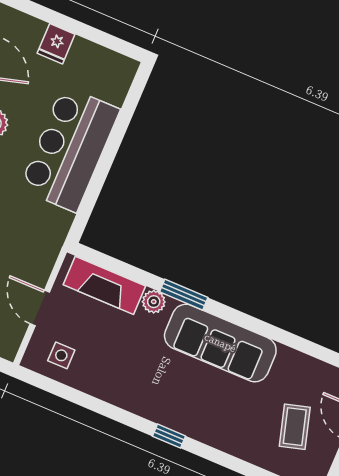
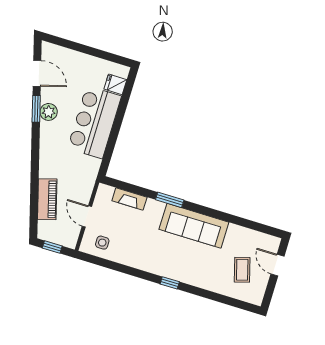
fridge: (56, 44) -> (115, 84), moved, turned 90
fireplace: (104, 285) -> (129, 199), width x0.73, depth x0.76
plant: (154, 302) -> (153, 206), removed

